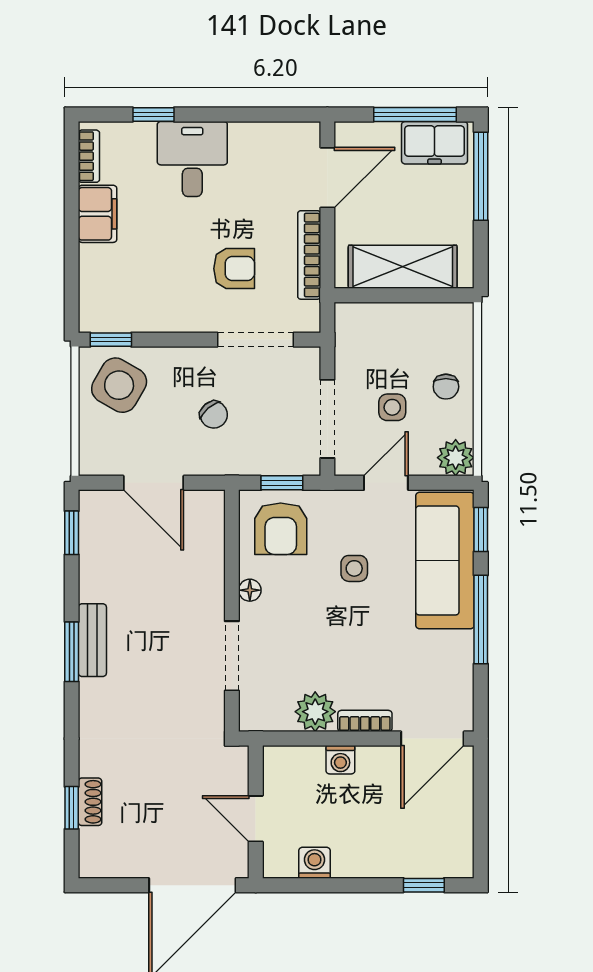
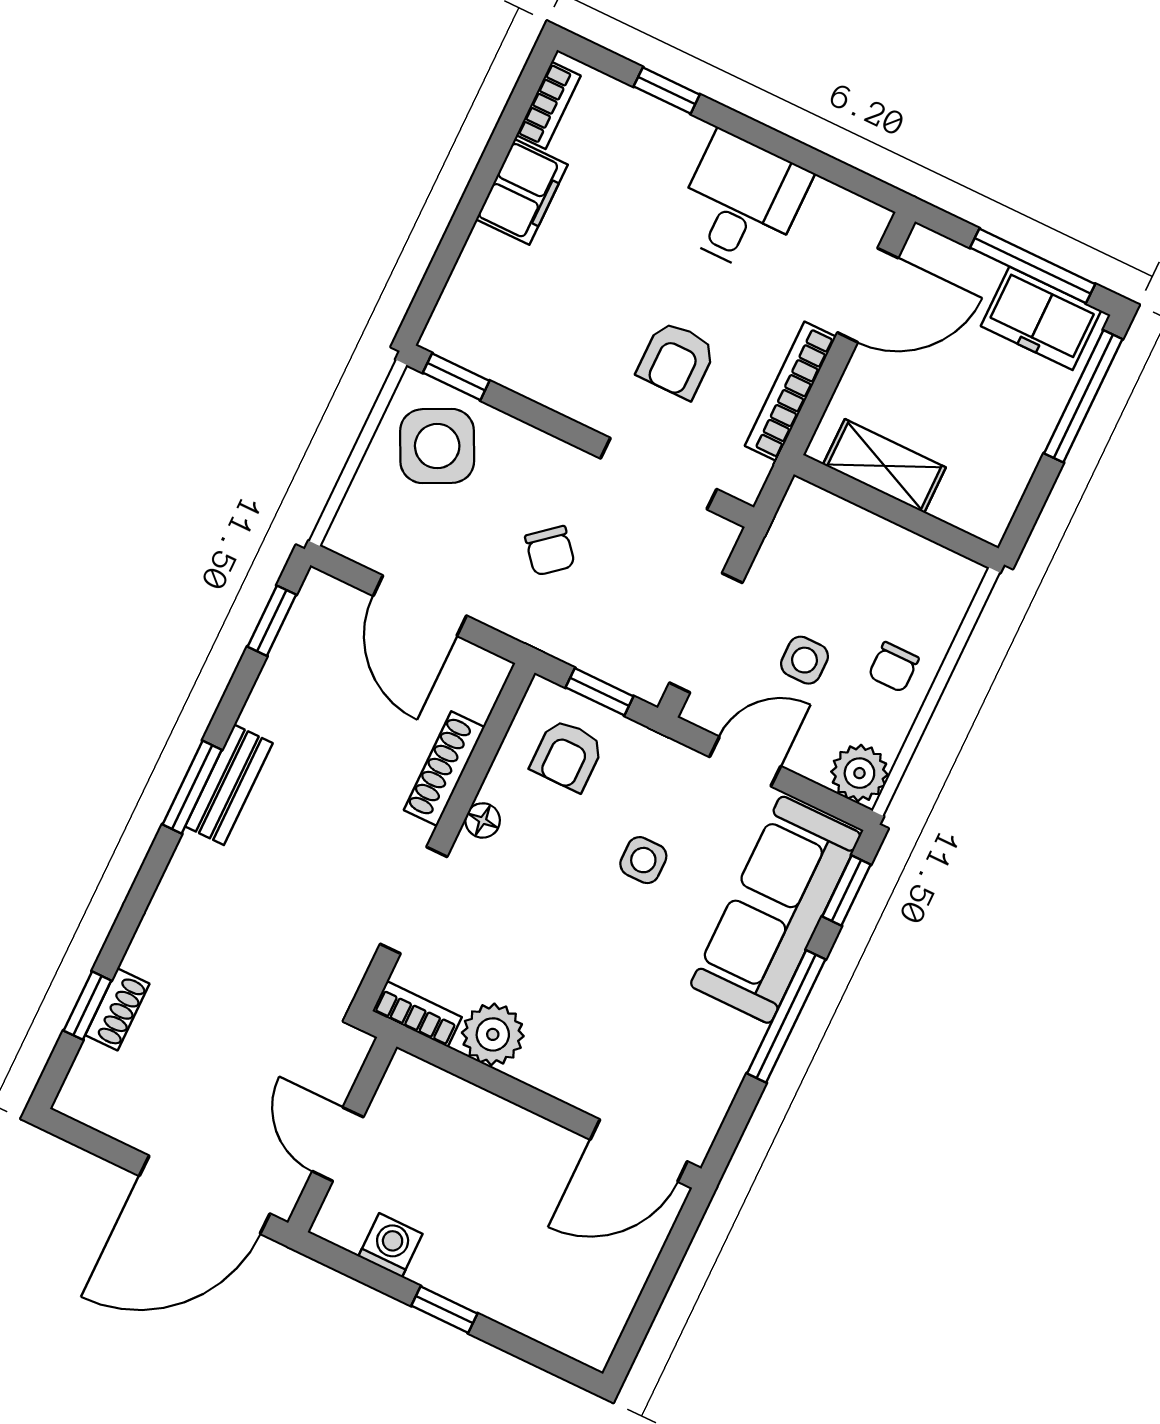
desk: (192, 159) -> (741, 203), moved
shelving: (403, 267) -> (884, 466), width x0.67, depth x0.75
armchair: (234, 269) -> (676, 360), turned 90
side table: (119, 385) -> (437, 446), turned 34
armchair: (281, 529) -> (567, 755), width x0.72, depth x0.72
shoe rack: (213, 571) -> (444, 769), added
bookcase: (365, 721) -> (417, 1014), moved
washing machine: (340, 760) -> (496, 1118), removed
window: (424, 885) -> (444, 1310), moved

